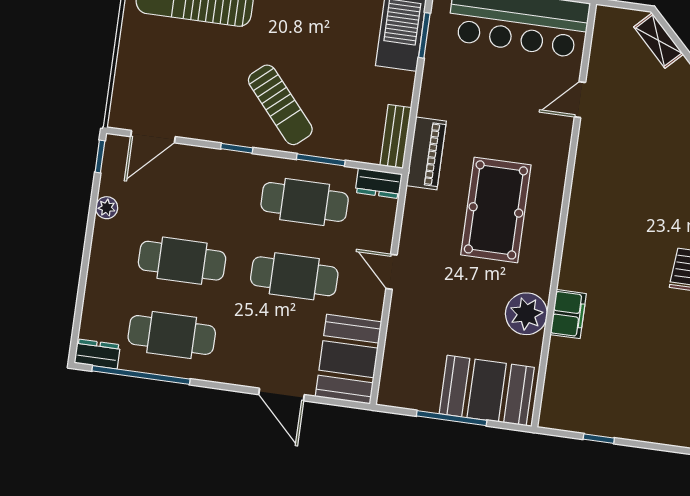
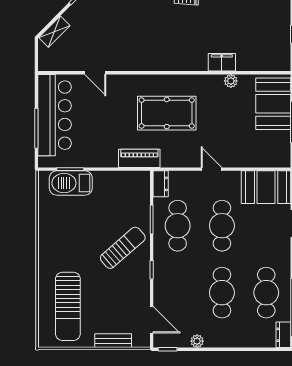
bench: (396, 136) -> (113, 341), moved
door: (391, 272) -> (211, 169), swing flipped
plant: (526, 314) -> (231, 81), width x0.53, depth x0.53

